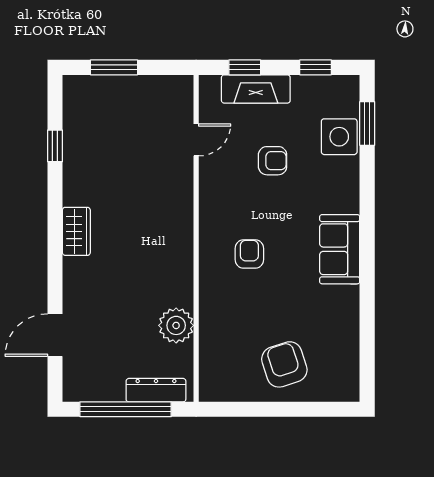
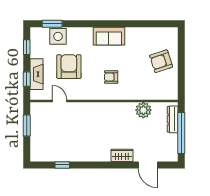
window: (114, 67) -> (27, 125), moved
armchair: (273, 161) -> (69, 67), width x1.88, depth x1.88
wardrobe: (76, 231) -> (122, 155), moved

